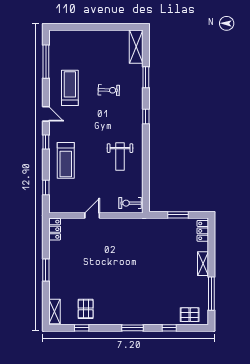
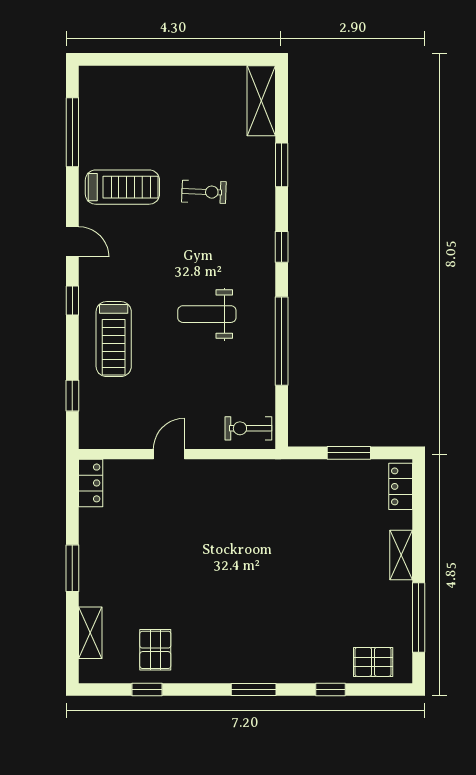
treadmill: (70, 88) -> (122, 187), turned 90
weight bench: (120, 156) -> (207, 314), moved, turned 90
window: (146, 161) -> (282, 341), added
shelving: (54, 311) -> (90, 633), moved

